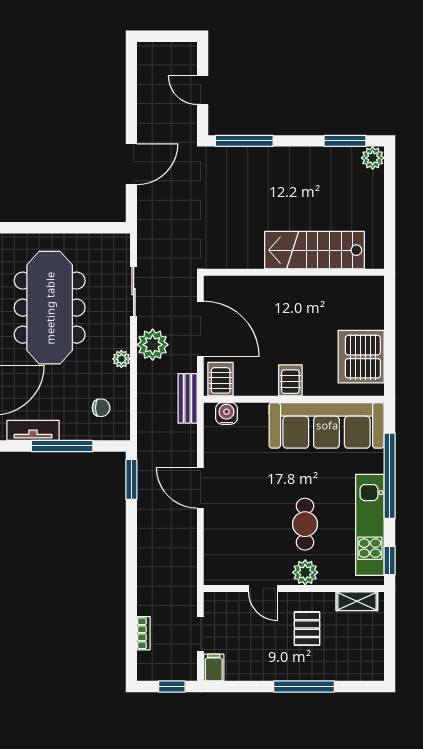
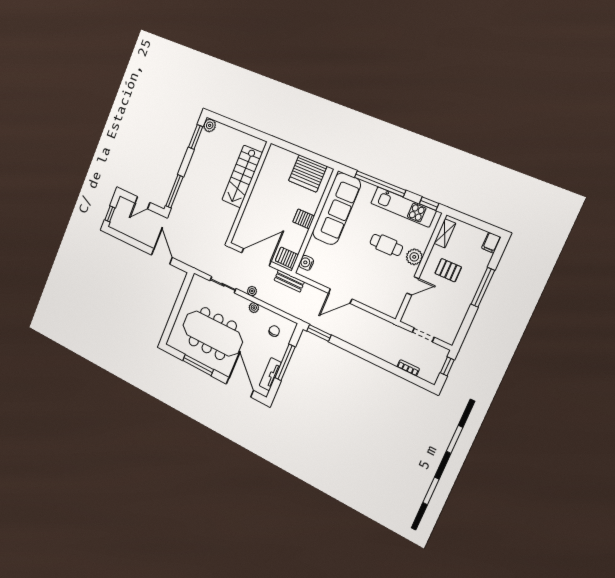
window: (159, 36) -> (110, 214), added
plant: (153, 345) -> (252, 291), width x0.53, depth x0.53
filing cabinet: (214, 667) -> (491, 243), moved, turned -90

